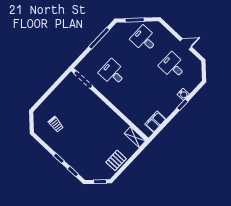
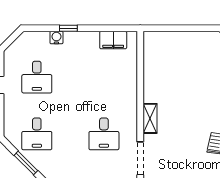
shelving: (135, 137) -> (150, 118), moved
pallet: (116, 160) -> (193, 43), removed

